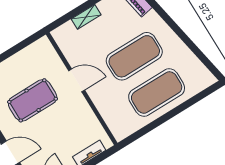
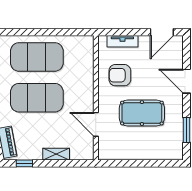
door: (77, 80) -> (96, 124), moved
armchair: (73, 122) -> (120, 75), added

